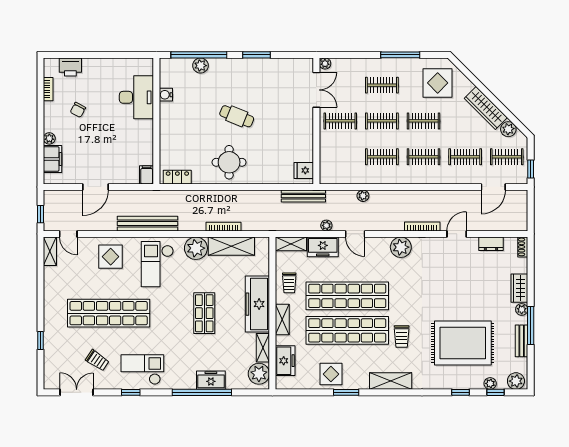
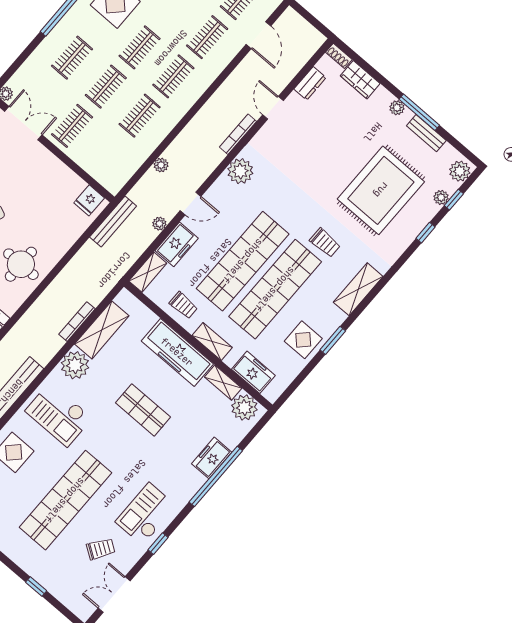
wardrobe: (519, 288) -> (360, 80), moved

